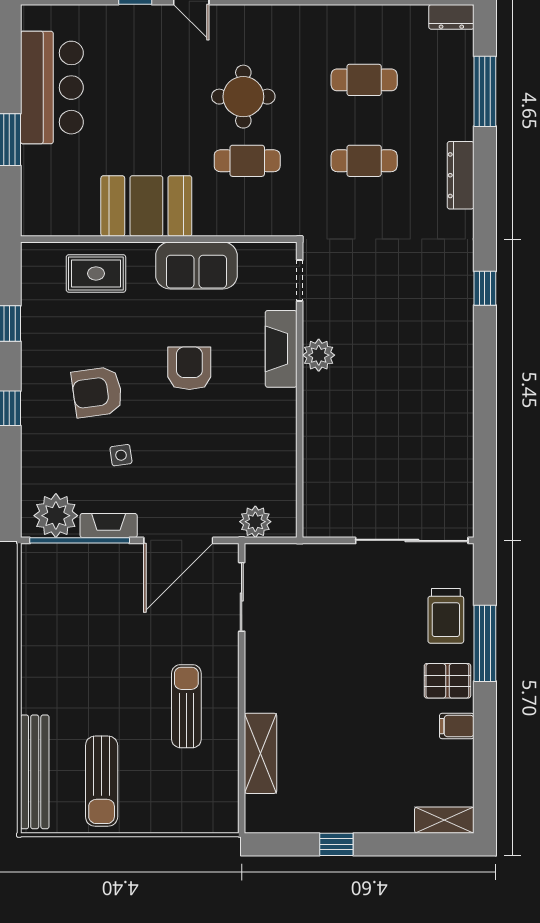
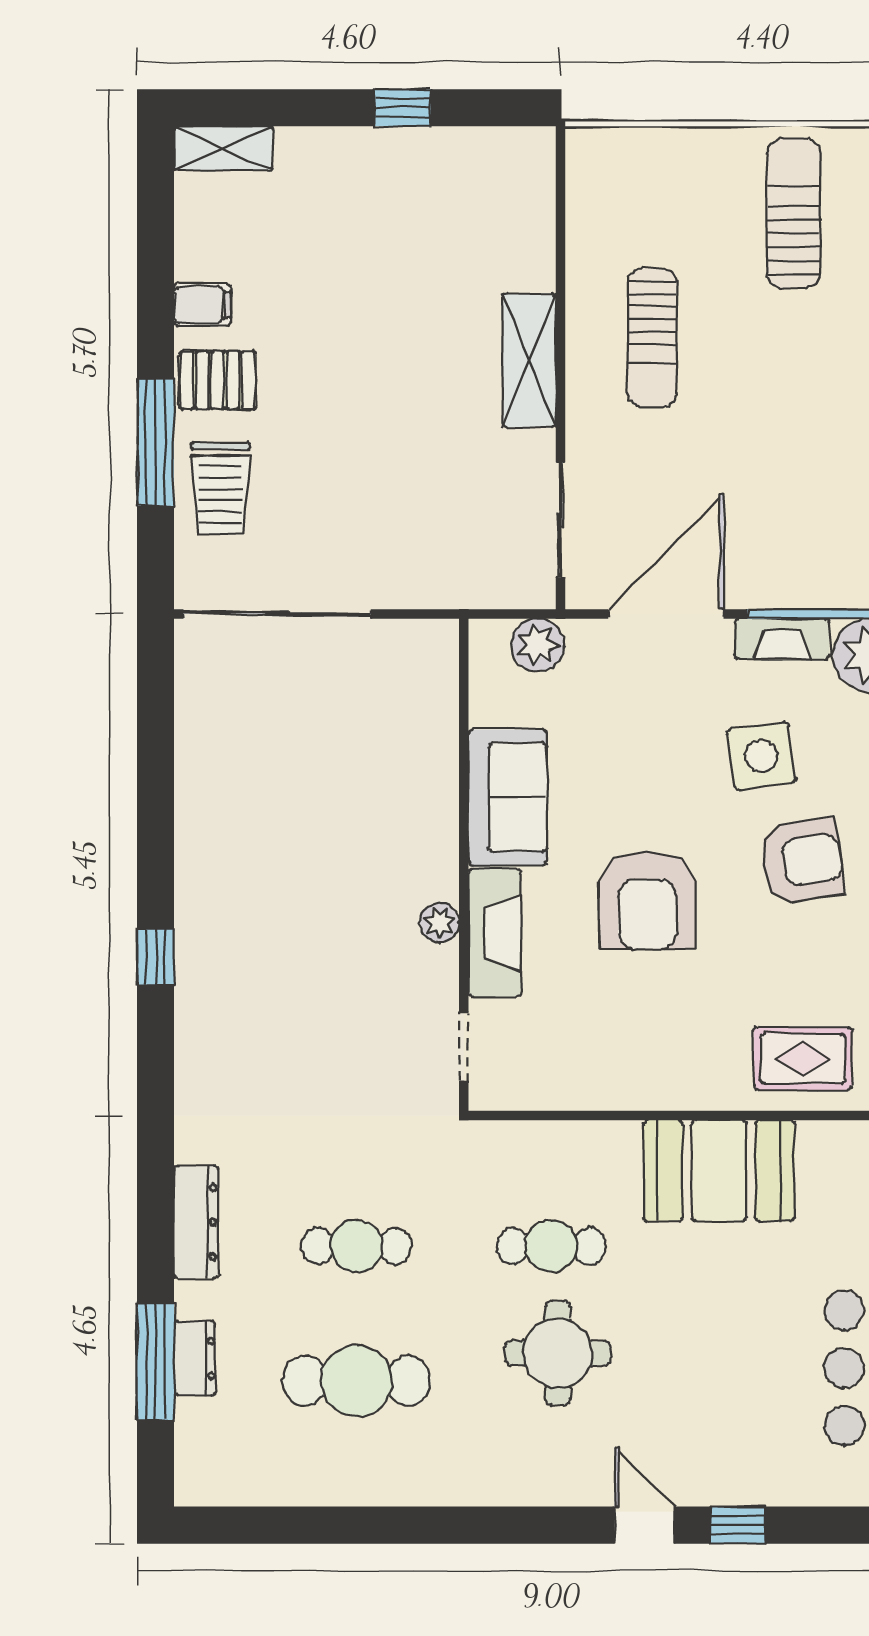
dresser: (451, 17) -> (195, 1359), moved, turned 90
cafe table: (364, 80) -> (357, 1381), width x1.37, depth x1.35
sofa: (196, 265) -> (508, 797), moved, turned 90
window: (485, 288) -> (155, 957), moved
plant: (319, 355) -> (440, 922), width x0.73, depth x0.73
armchair: (189, 368) -> (648, 901), width x1.36, depth x1.36
side table: (121, 455) -> (761, 756), width x1.87, depth x1.87
trolley: (446, 616) -> (220, 488), turned 180
shelving: (260, 753) -> (529, 360), moved

